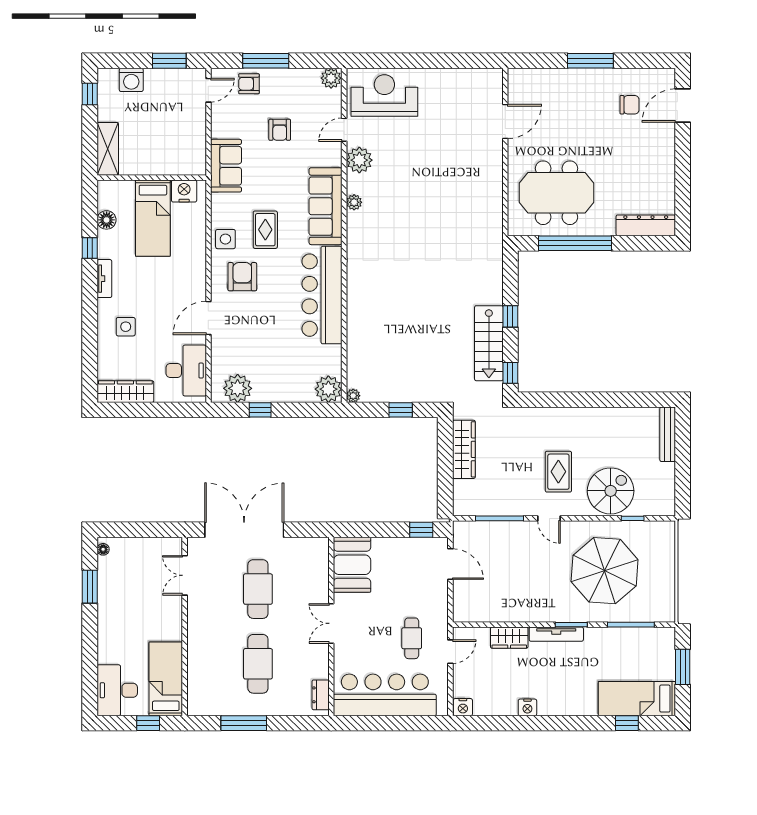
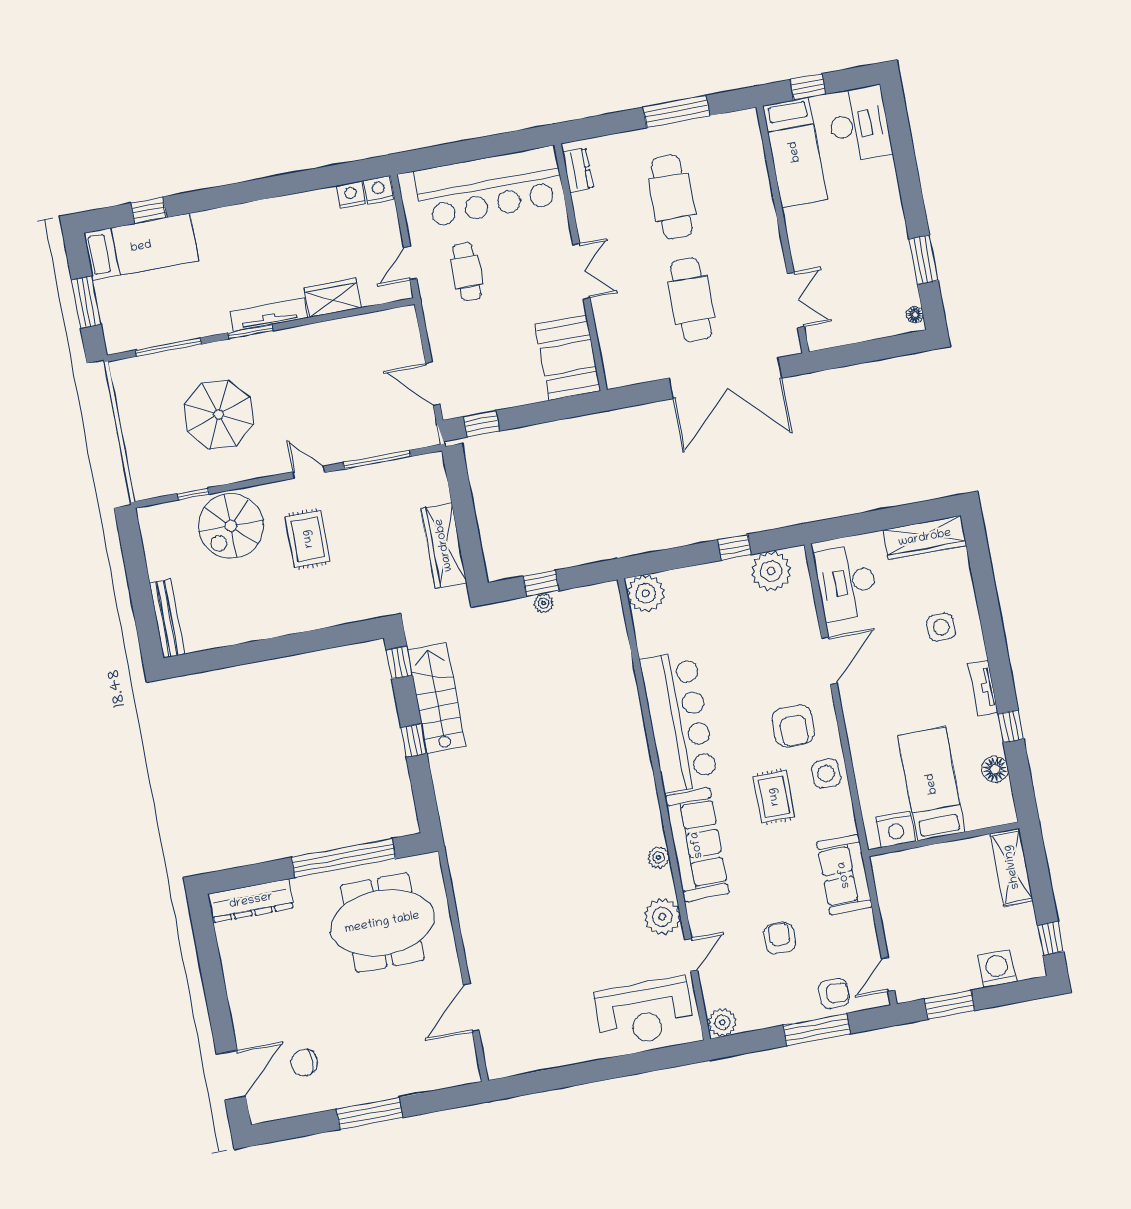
plant: (353, 396) -> (544, 603), moved
parasol: (605, 571) -> (219, 415), width x0.73, depth x0.73
nightstand: (527, 707) -> (351, 195), moved

